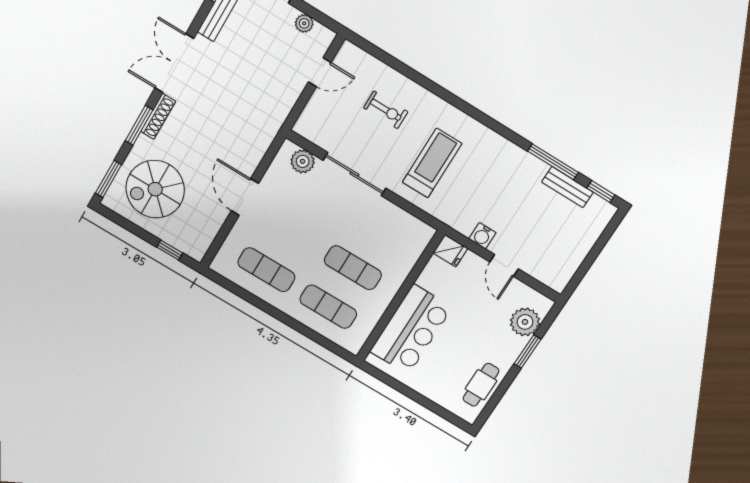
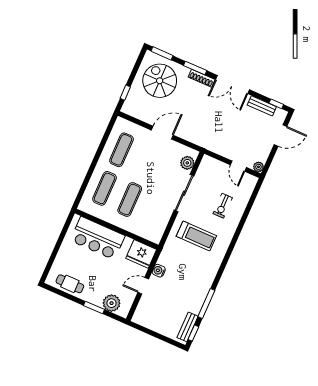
plant: (304, 23) -> (258, 167), moved
double door: (174, 63) -> (232, 84), swing flipped
bench: (567, 187) -> (188, 327), moved
fridge: (450, 251) -> (141, 254), width x1.88, depth x1.34

